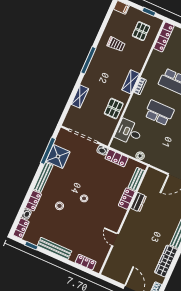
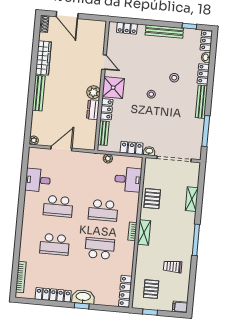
shower: (58, 156) -> (113, 88), moved
plant: (133, 217) -> (93, 92), added

